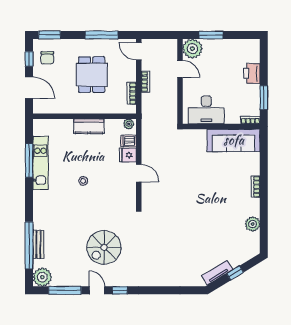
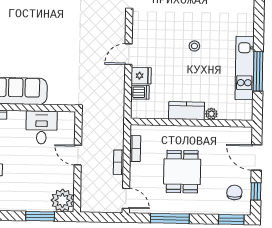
door: (180, 69) -> (78, 155), moved
desk: (206, 110) -> (41, 127), width x0.73
plant: (129, 124) -> (211, 114), moved
door: (139, 173) -> (128, 54), hinge flipped

